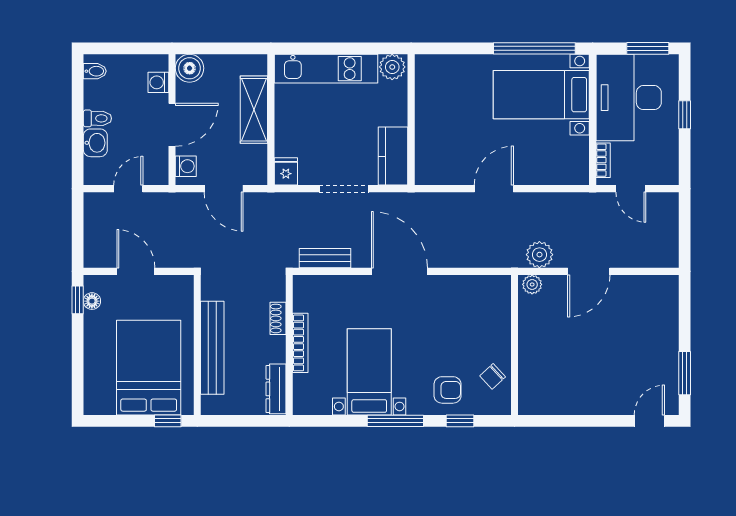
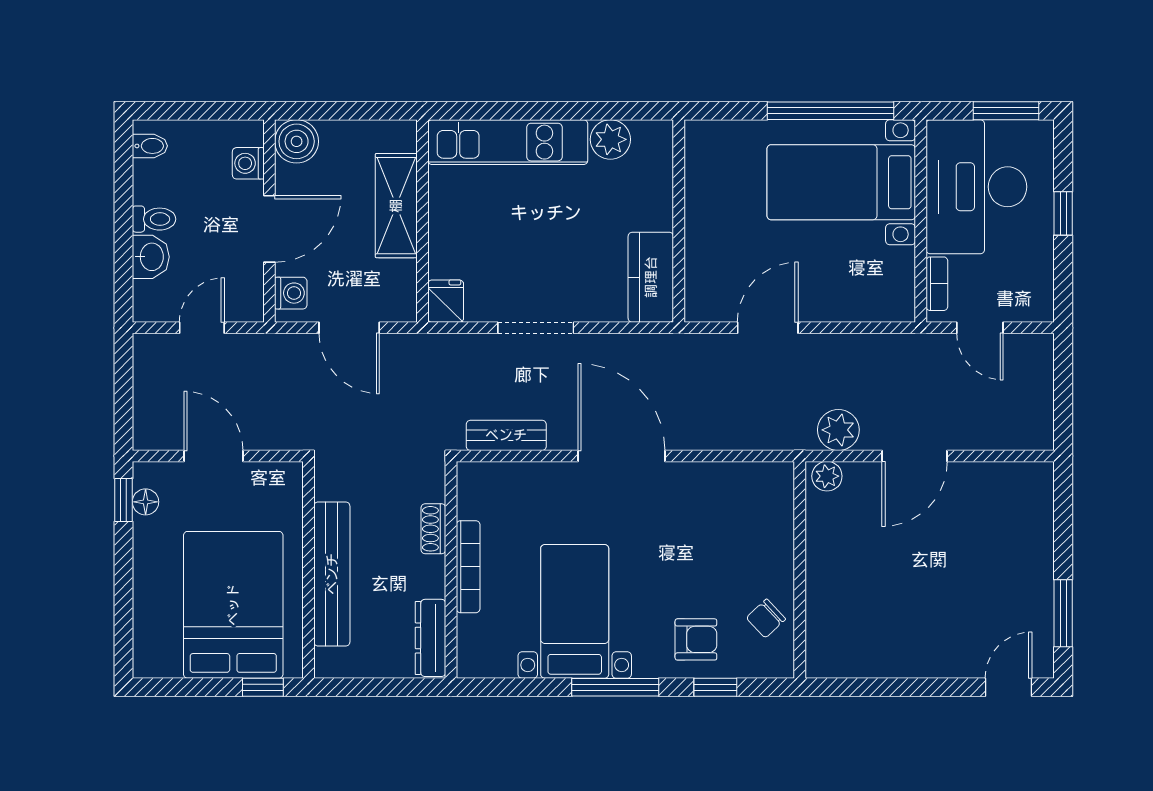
wall: (411, 120) -> (679, 221), moved
kitchen counter: (393, 156) -> (651, 277), moved

